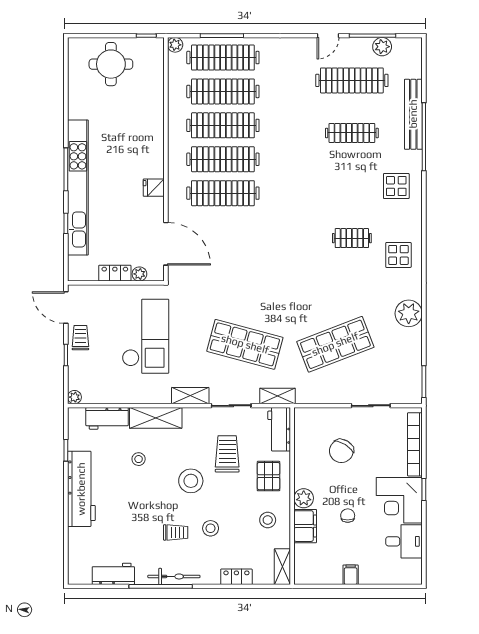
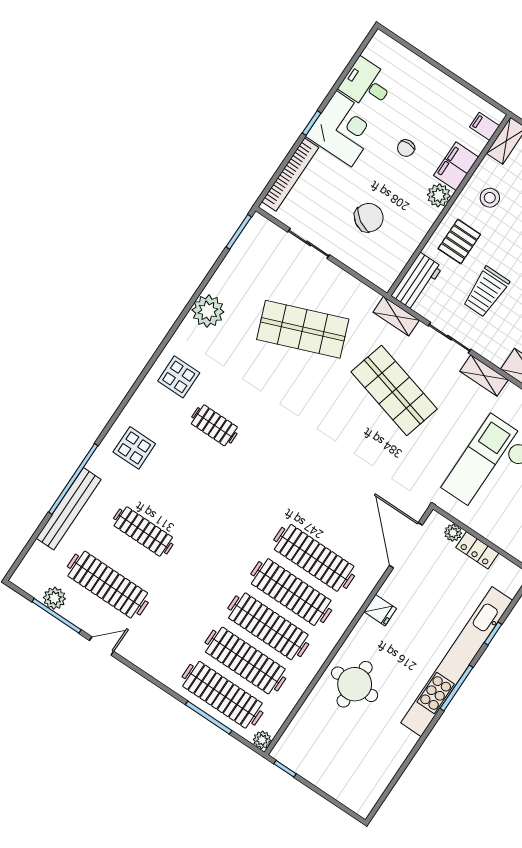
round table: (111, 64) -> (355, 684), moved
filing cabinet: (351, 575) -> (485, 126), moved, turned 90

